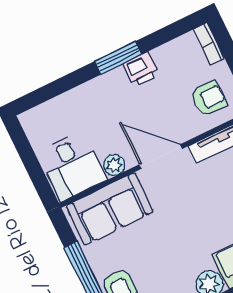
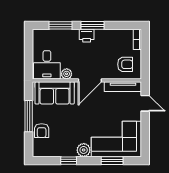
printer: (141, 69) -> (87, 36), moved
window: (62, 85) -> (60, 25), added
door: (161, 157) -> (90, 80), swing flipped

